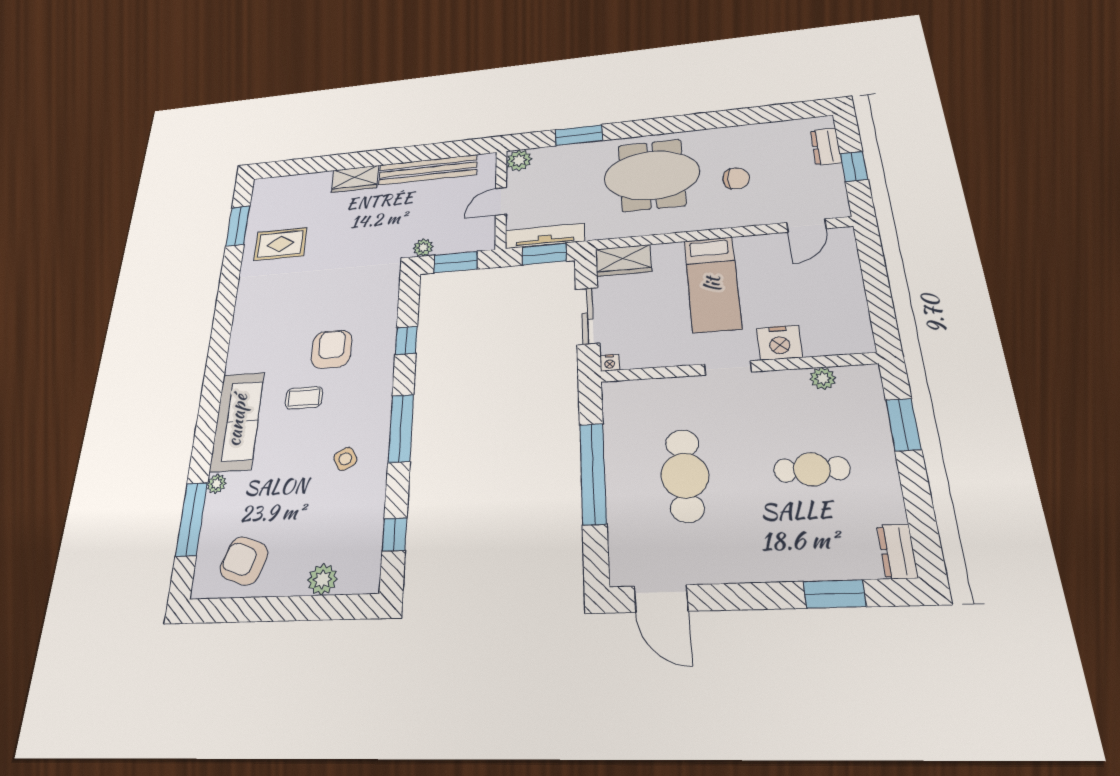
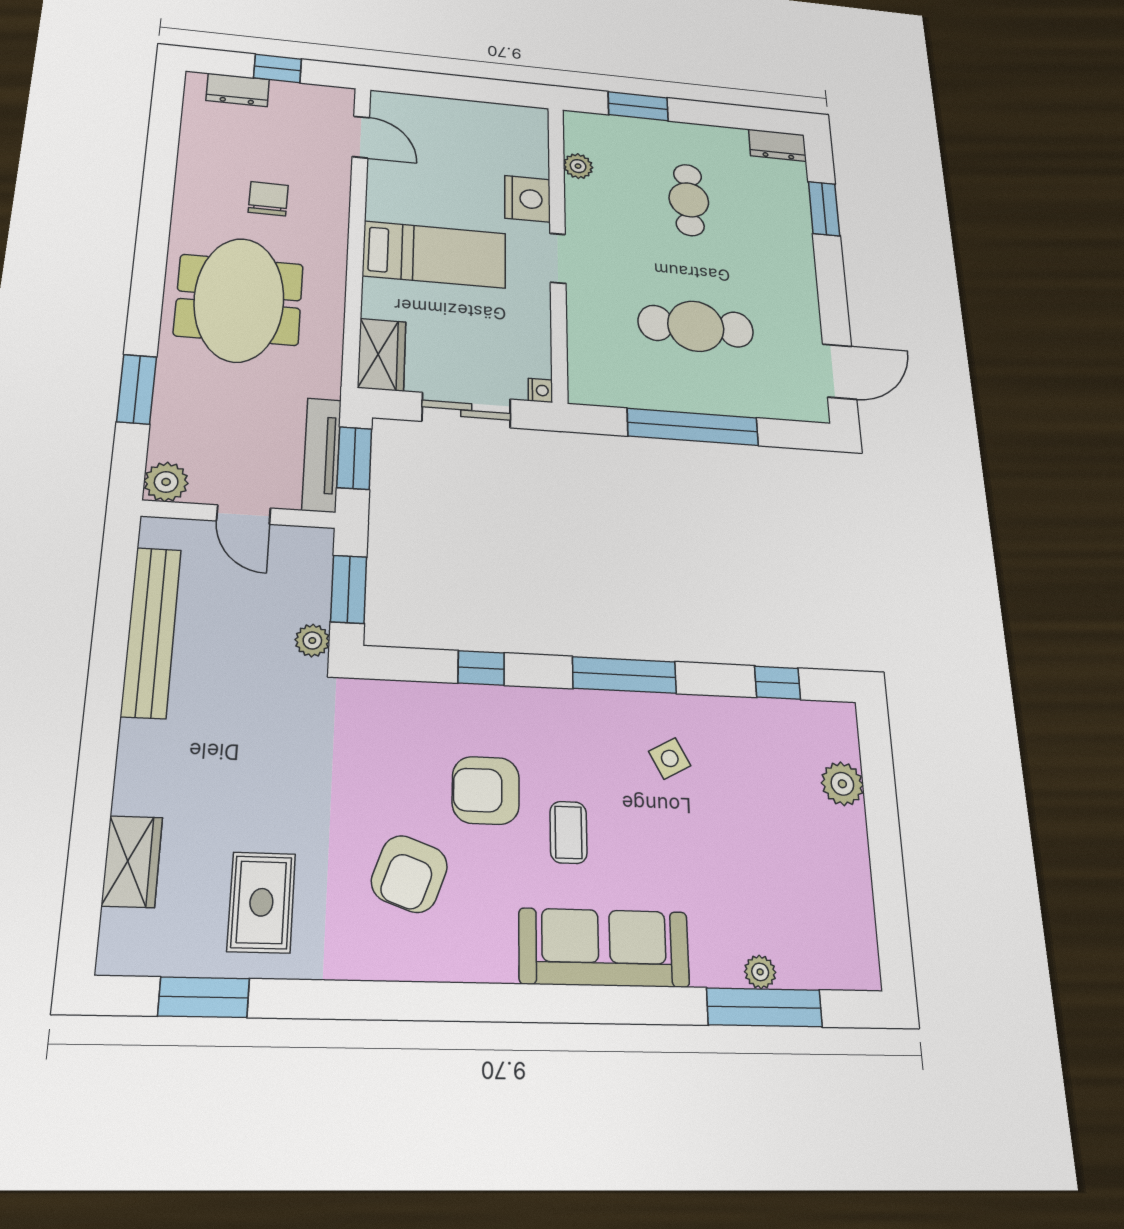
wardrobe: (355, 179) -> (132, 861), moved
plant: (217, 484) -> (760, 972), moved
armchair: (244, 561) -> (409, 874), moved

